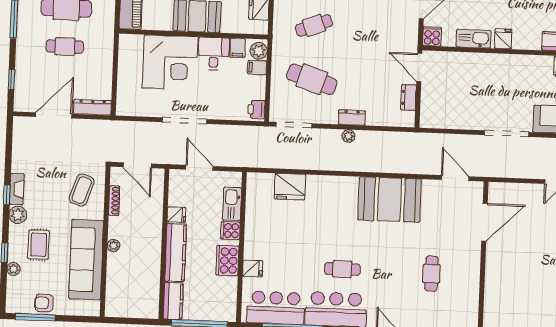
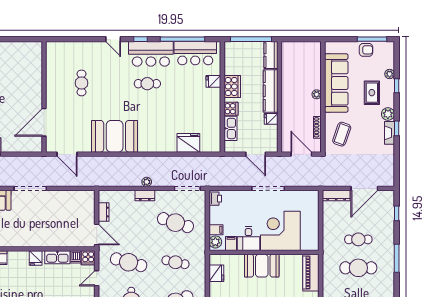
cafe table: (314, 26) -> (175, 262), turned 33
cafe table: (377, 28) -> (129, 262), added
dishwasher: (449, 38) -> (76, 257), added

